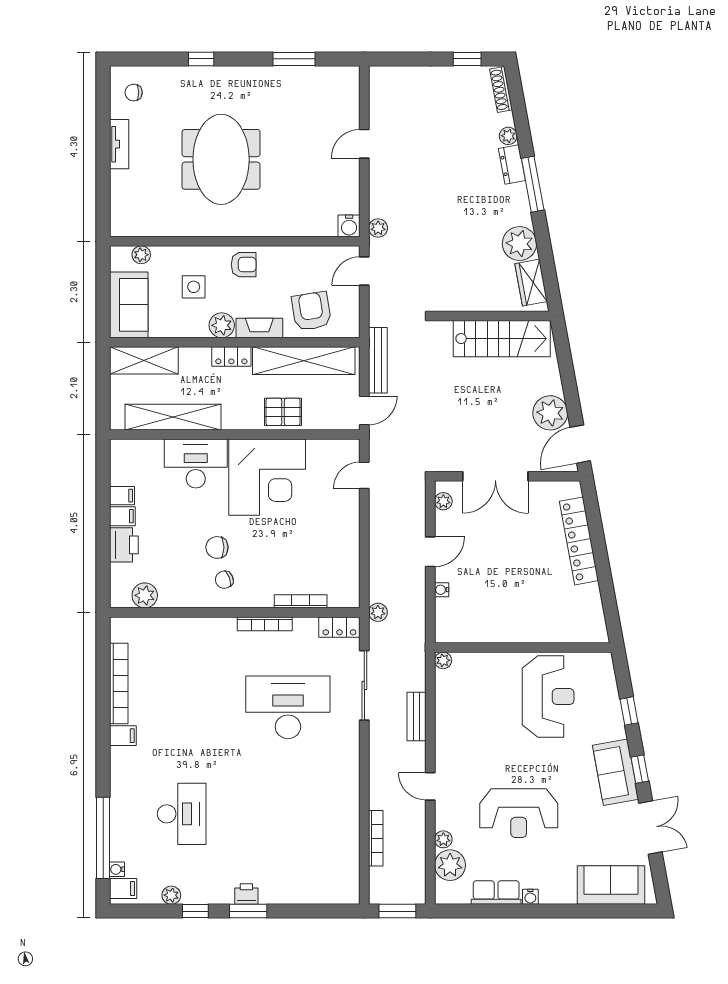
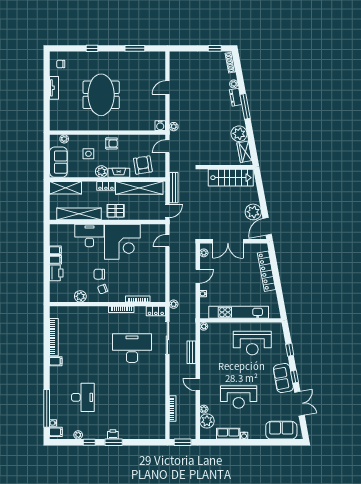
pallet: (283, 412) -> (116, 211), moved
plant: (145, 595) -> (80, 296), moved
kitchen unit: (519, 630) -> (239, 312), added
reception desk: (548, 697) -> (252, 343), turned 90

